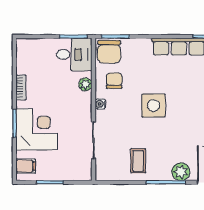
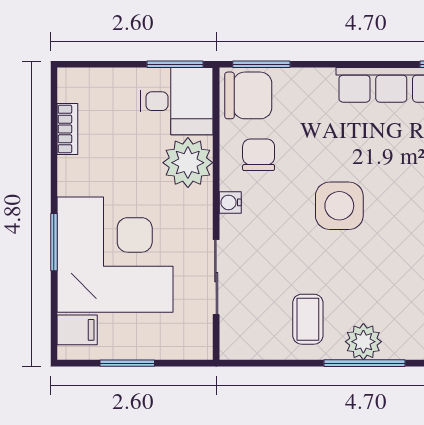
chair: (109, 52) -> (248, 95), turned -90
plant: (85, 84) -> (188, 163), width x1.88, depth x1.88
bookcase: (21, 87) -> (67, 129), moved
corner desk: (37, 129) -> (115, 255), width x1.36, depth x1.36
plant: (181, 172) -> (363, 342), moved

